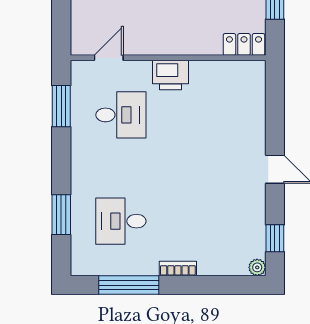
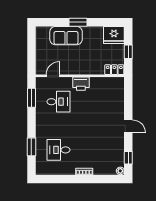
window: (129, 285) -> (62, 179), removed

